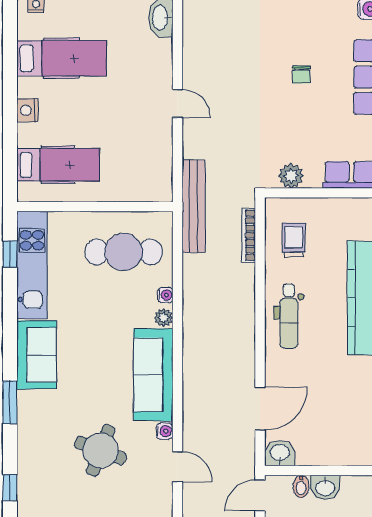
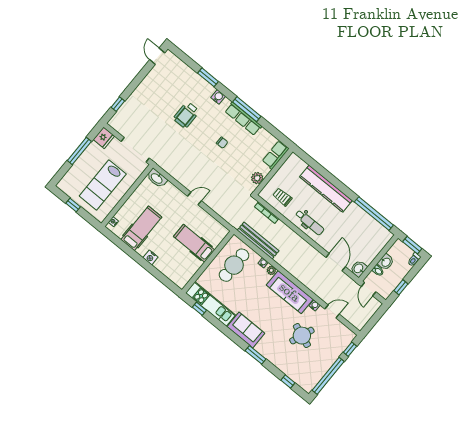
hospital bed: (58, 165) -> (194, 243), moved, turned -90
bench: (194, 206) -> (258, 241), moved

